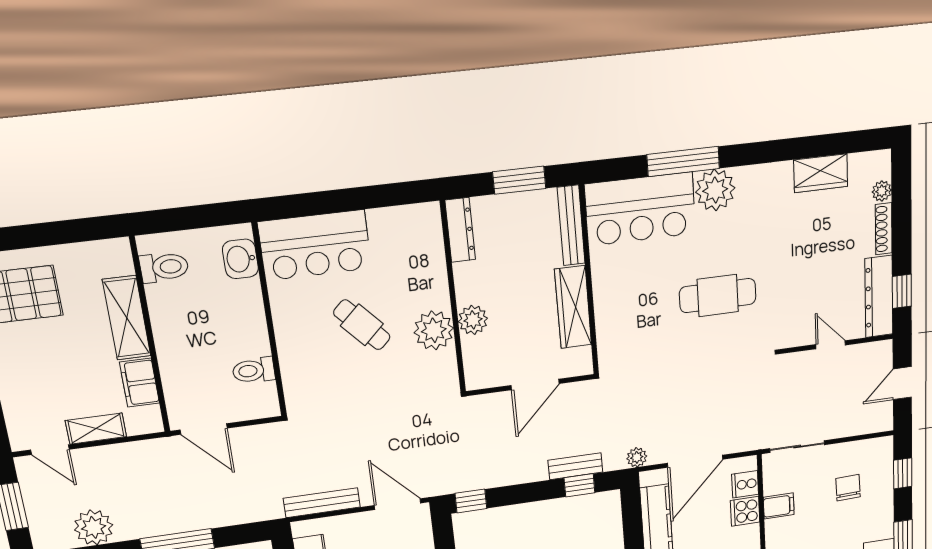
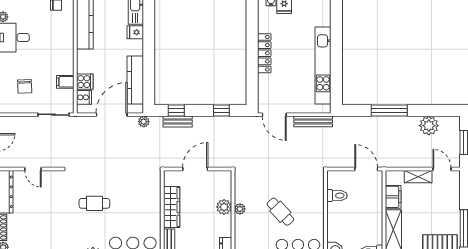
cafe table: (718, 296) -> (94, 203), width x0.73, depth x0.74
plant: (434, 330) -> (240, 209), width x0.53, depth x0.53
window: (471, 501) -> (221, 111), moved

